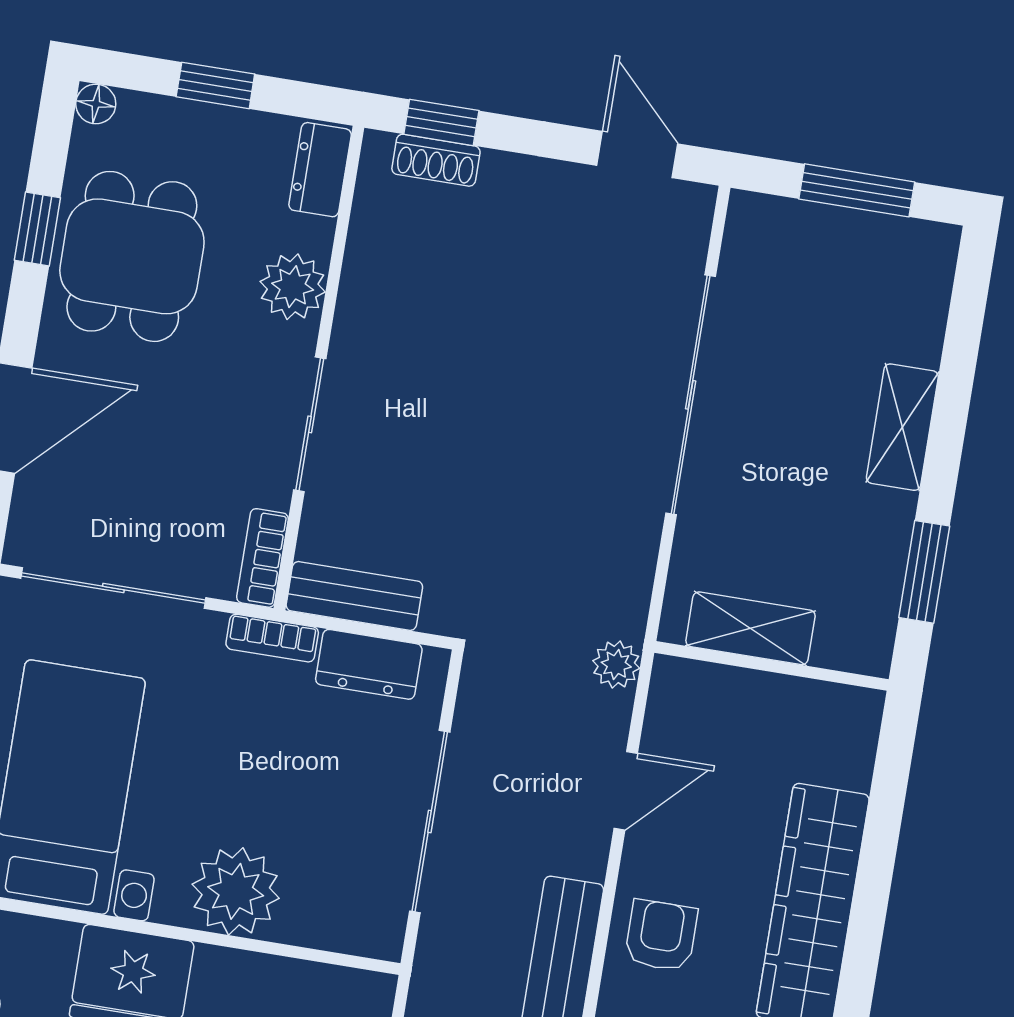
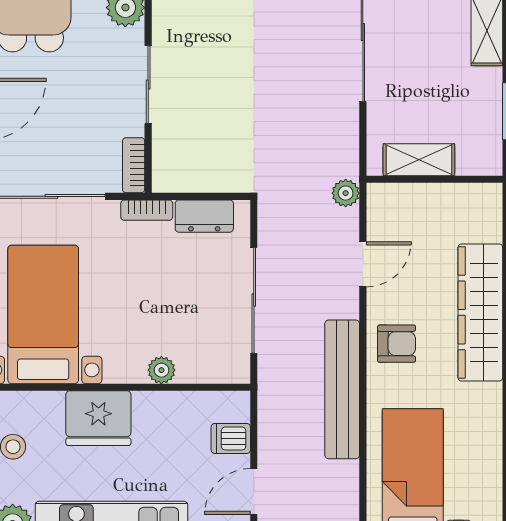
bench: (354, 596) -> (190, 178), removed
plant: (236, 891) -> (161, 370), width x0.53, depth x0.53
armchair: (661, 936) -> (397, 344), turned 90

